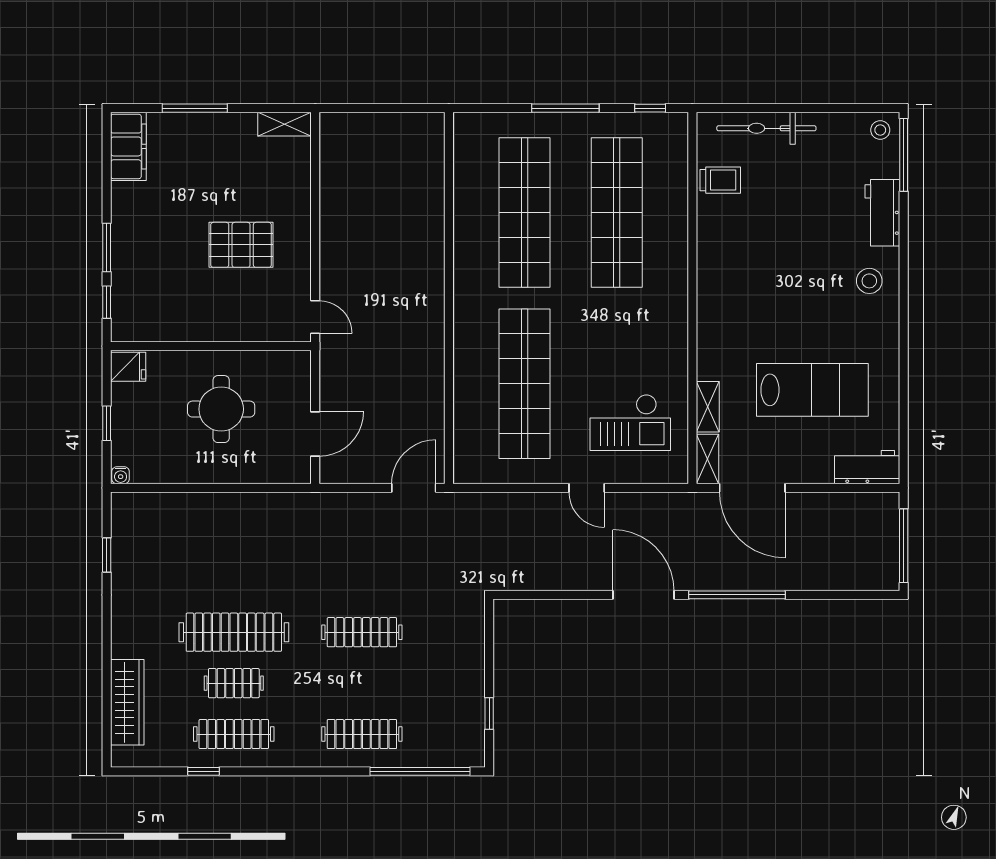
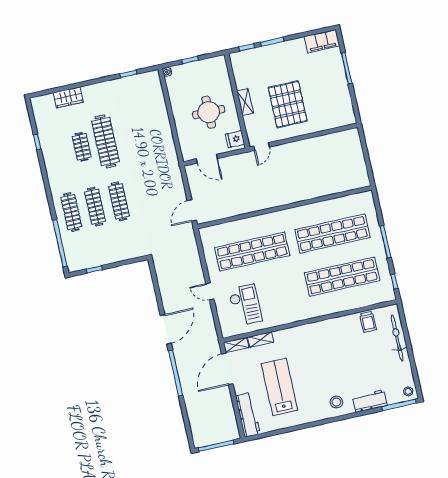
shelving: (285, 124) -> (245, 102), moved
pallet: (241, 245) -> (288, 104), width x1.37, depth x1.41
fridge: (128, 367) -> (235, 139), moved, turned 90
lab bench: (812, 390) -> (279, 387), turned 180
checkout: (630, 422) -> (245, 305), turned 180
workbench: (867, 467) -> (248, 415), width x1.37
door: (414, 488) -> (192, 211), swing flipped
door: (587, 488) -> (210, 291), hinge flipped
wardrobe: (127, 702) -> (68, 97), width x0.67
clothes rail: (234, 734) -> (95, 207), moved

